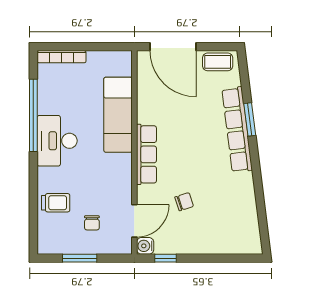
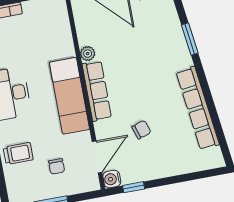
exam couch: (118, 115) -> (69, 96), moved
plant: (144, 115) -> (88, 54), added
row of seats: (237, 130) -> (198, 108), moved

